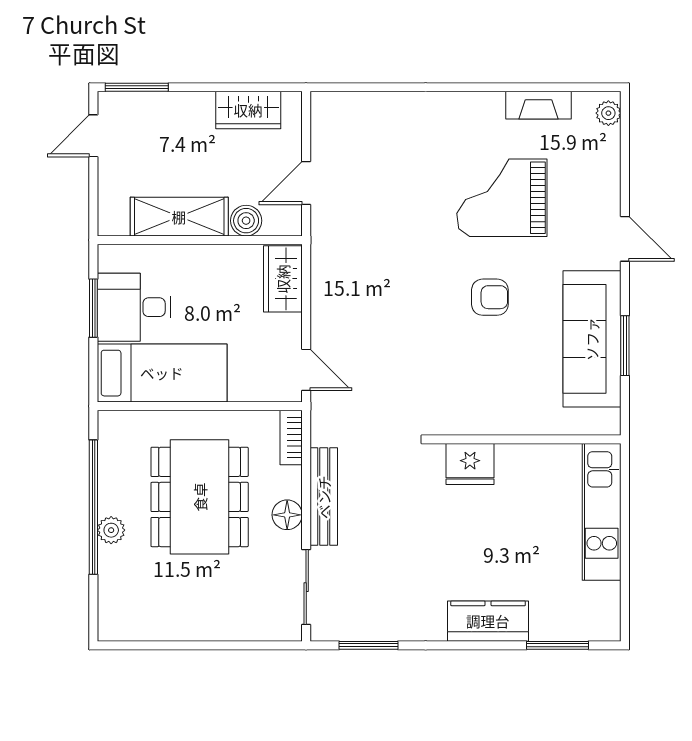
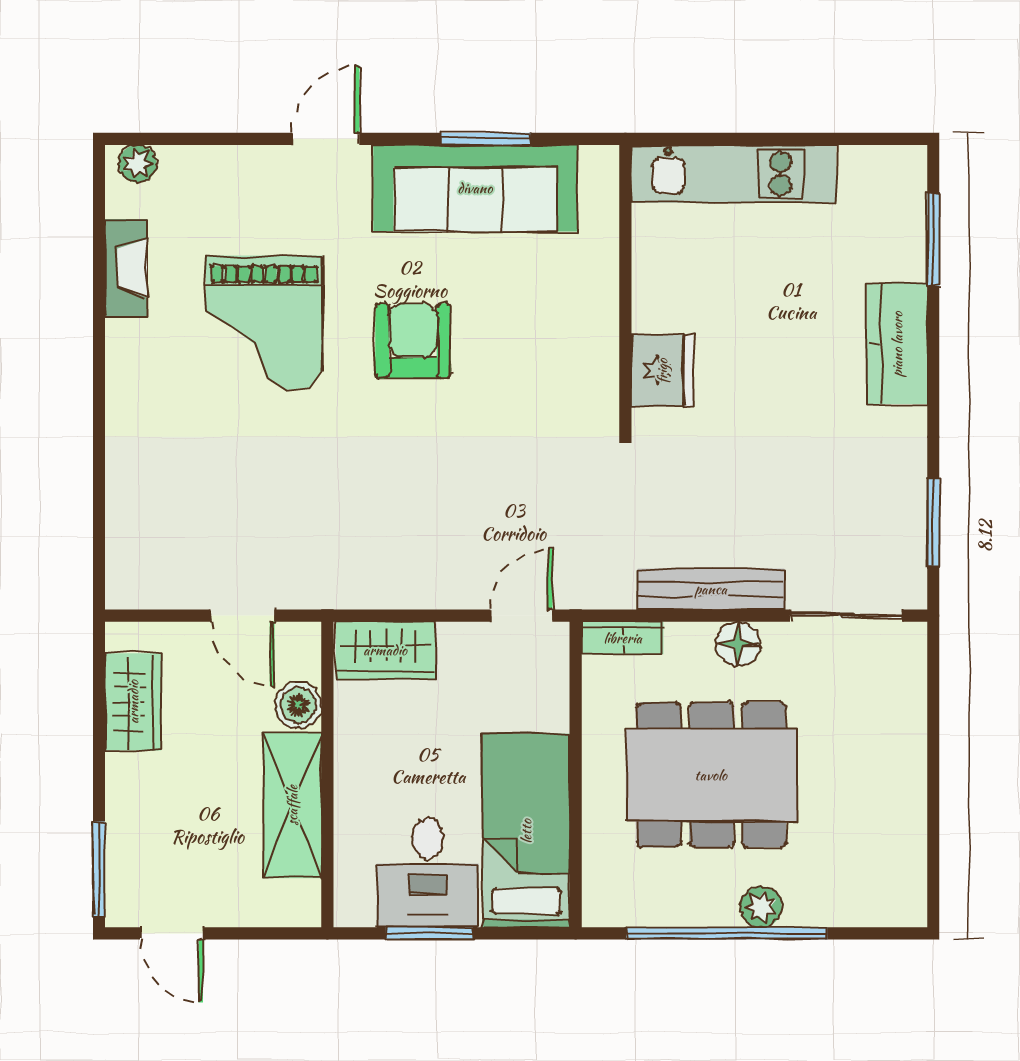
armchair: (490, 297) -> (413, 341), width x1.38, depth x1.38

